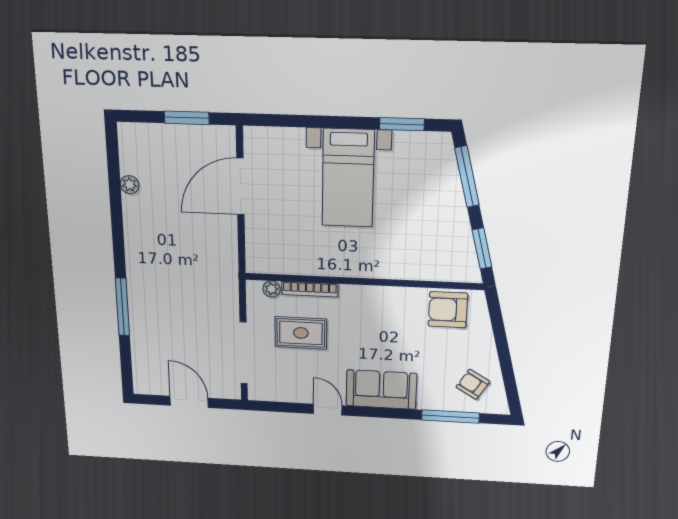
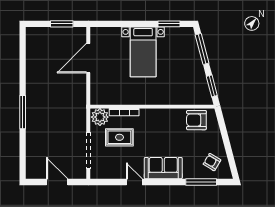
plant: (130, 185) -> (30, 59), removed
plant: (272, 289) -> (100, 117), width x1.87, depth x1.87
window: (122, 307) -> (23, 112), moved

